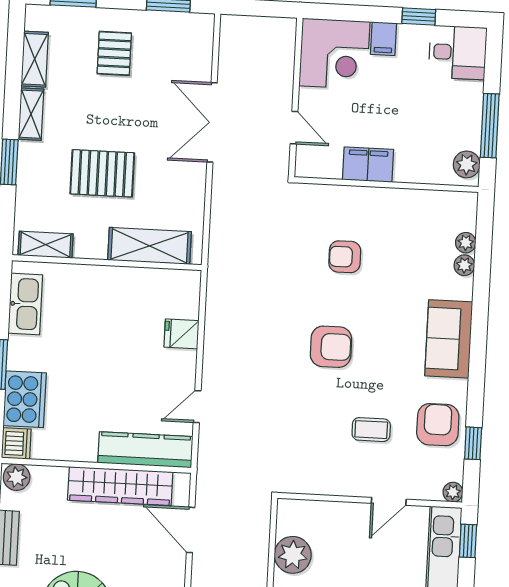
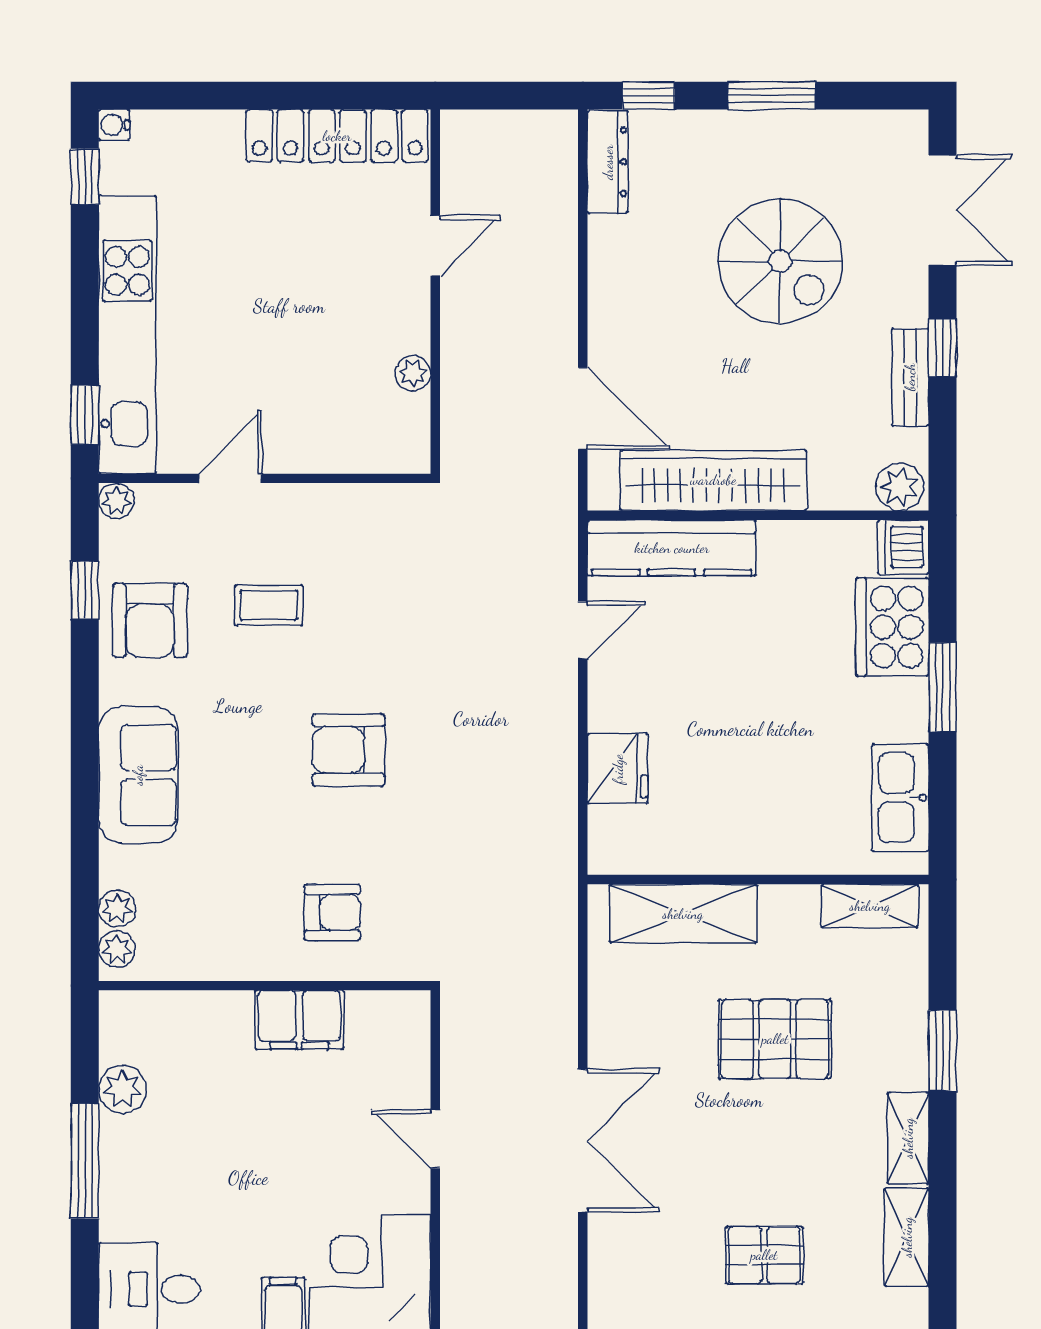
pallet: (114, 53) -> (764, 1255), turned 90
filing cabinet: (368, 165) -> (299, 1020), moved
wall: (386, 185) -> (265, 986), moved
fridge: (181, 334) -> (618, 769), width x1.38
plant: (293, 555) -> (413, 373), width x0.53, depth x0.53

